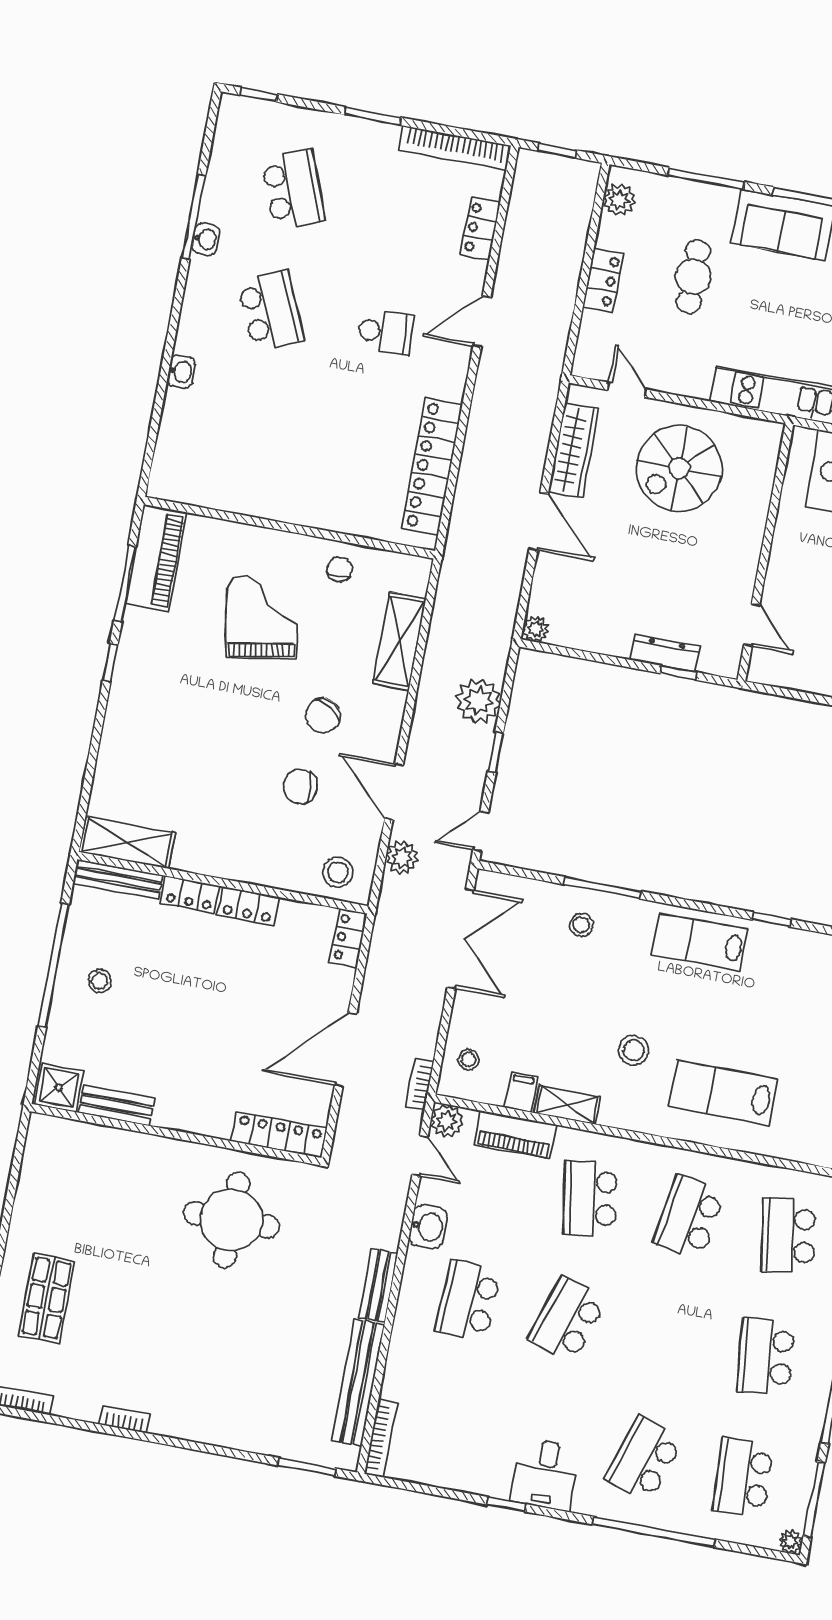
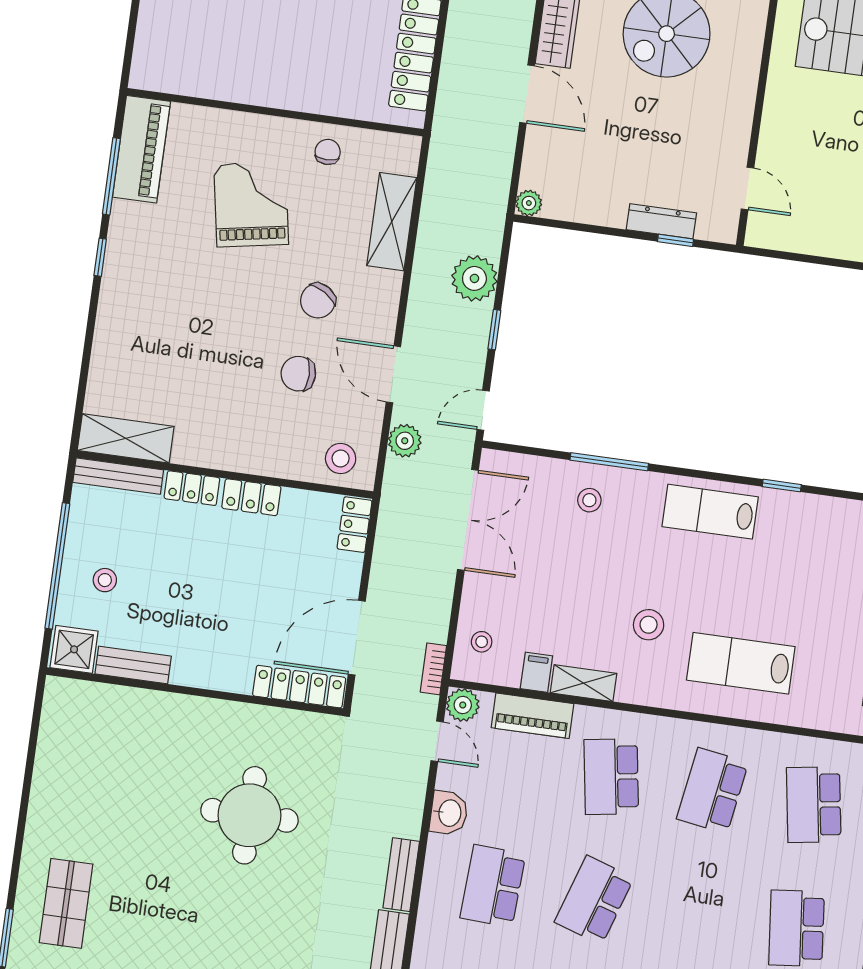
shower: (59, 1087) -> (74, 649), moved
bench: (116, 1106) -> (133, 665), moved
wall: (176, 1135) -> (195, 691), moved
locker: (279, 1135) -> (299, 687), moved

